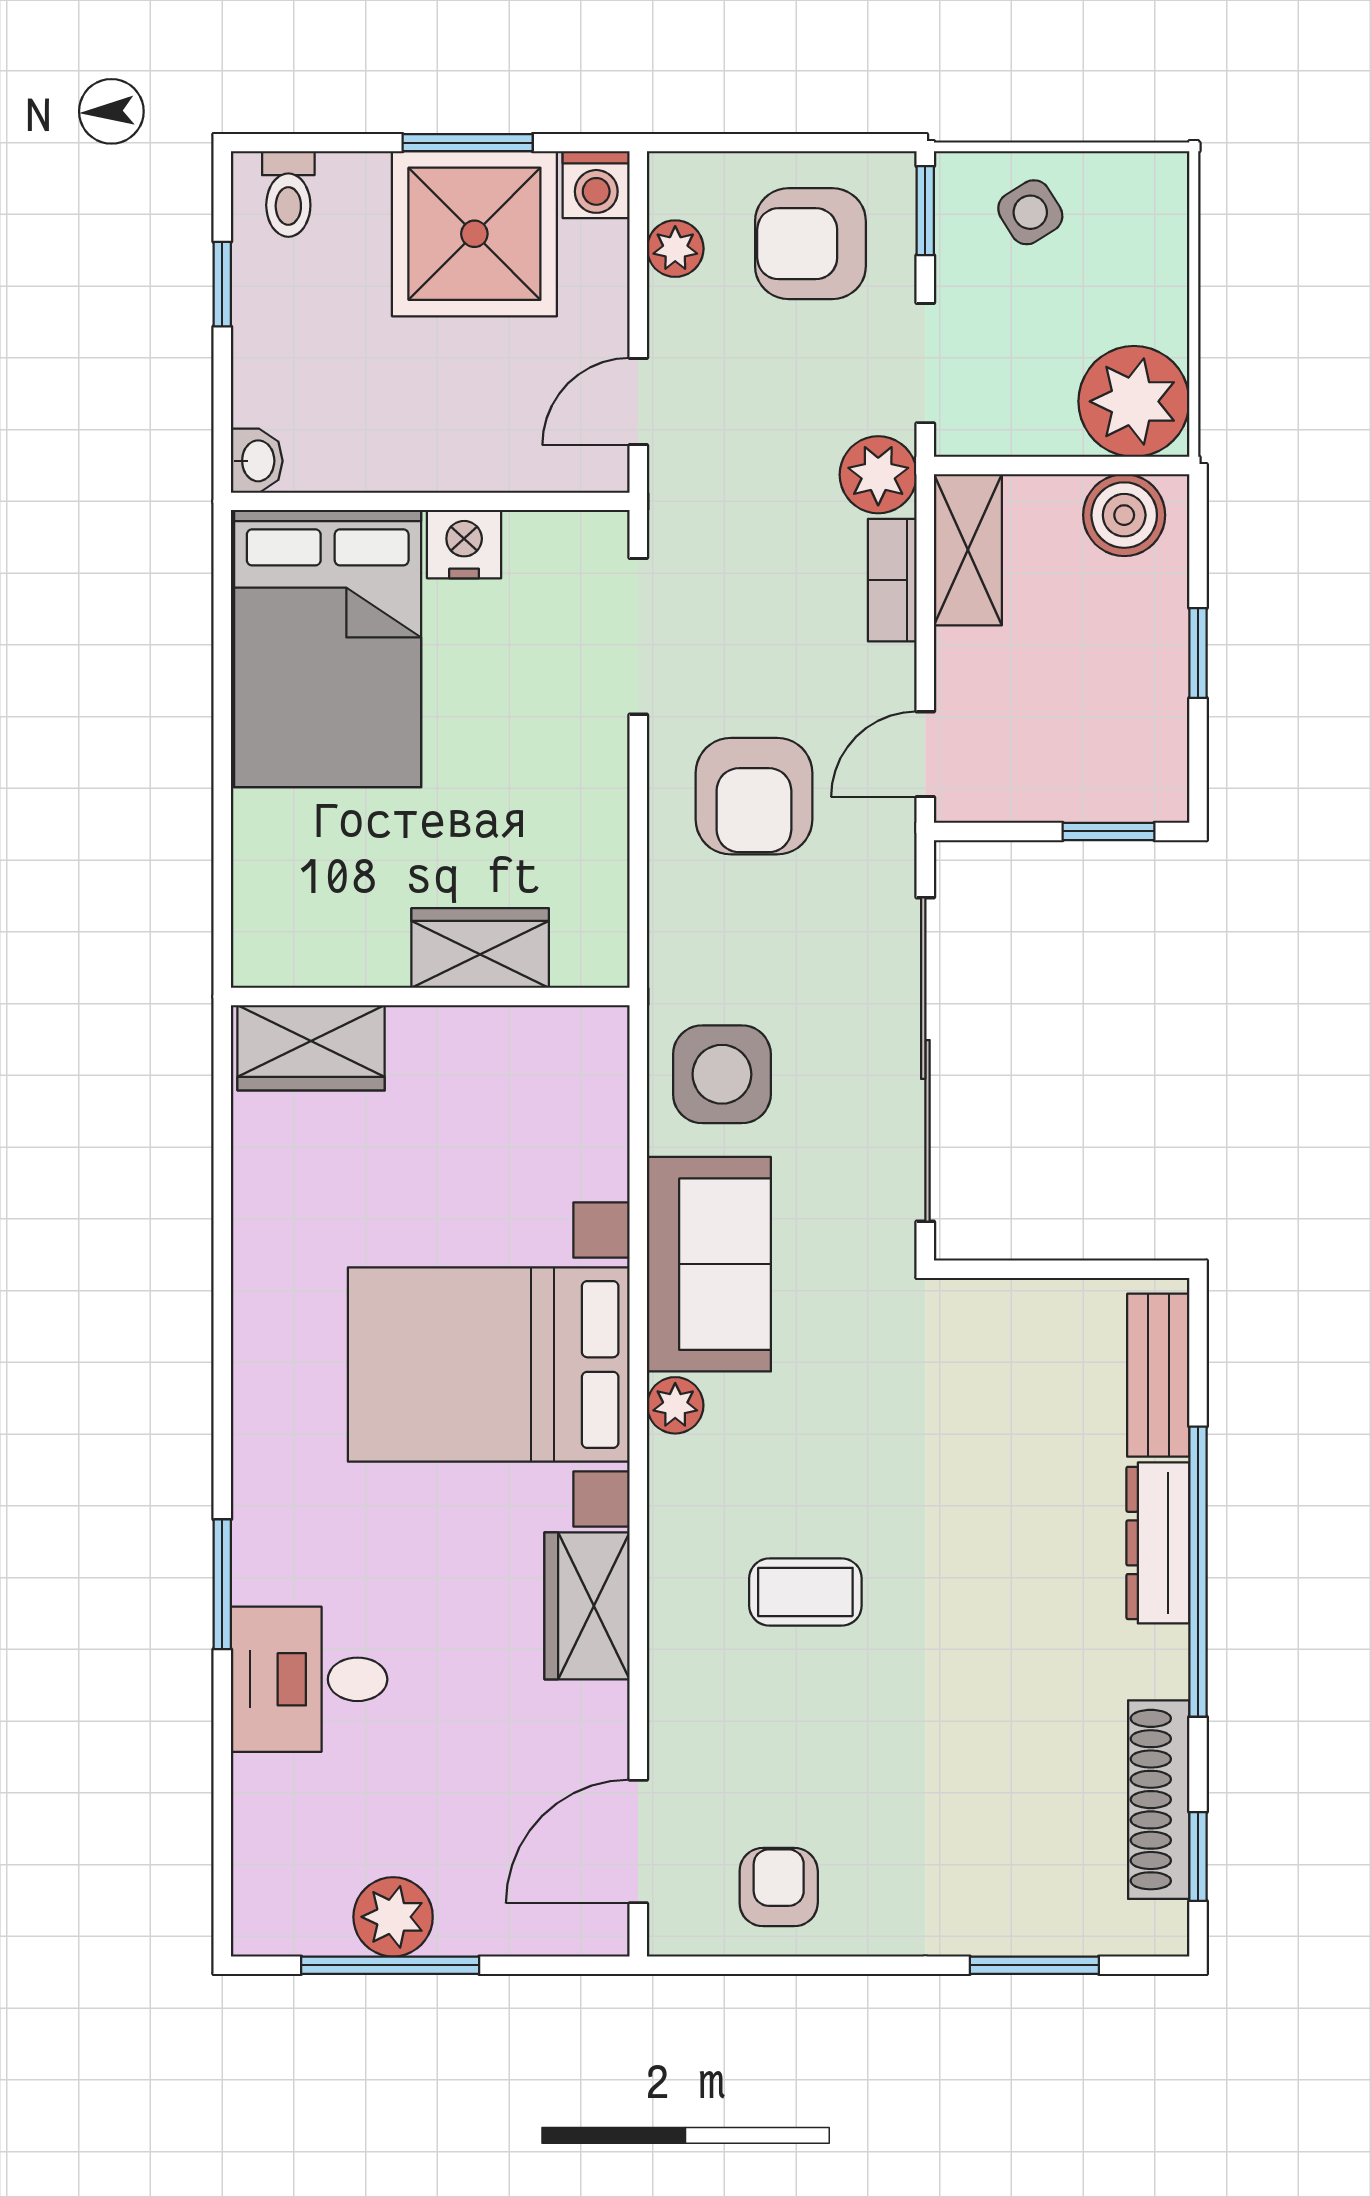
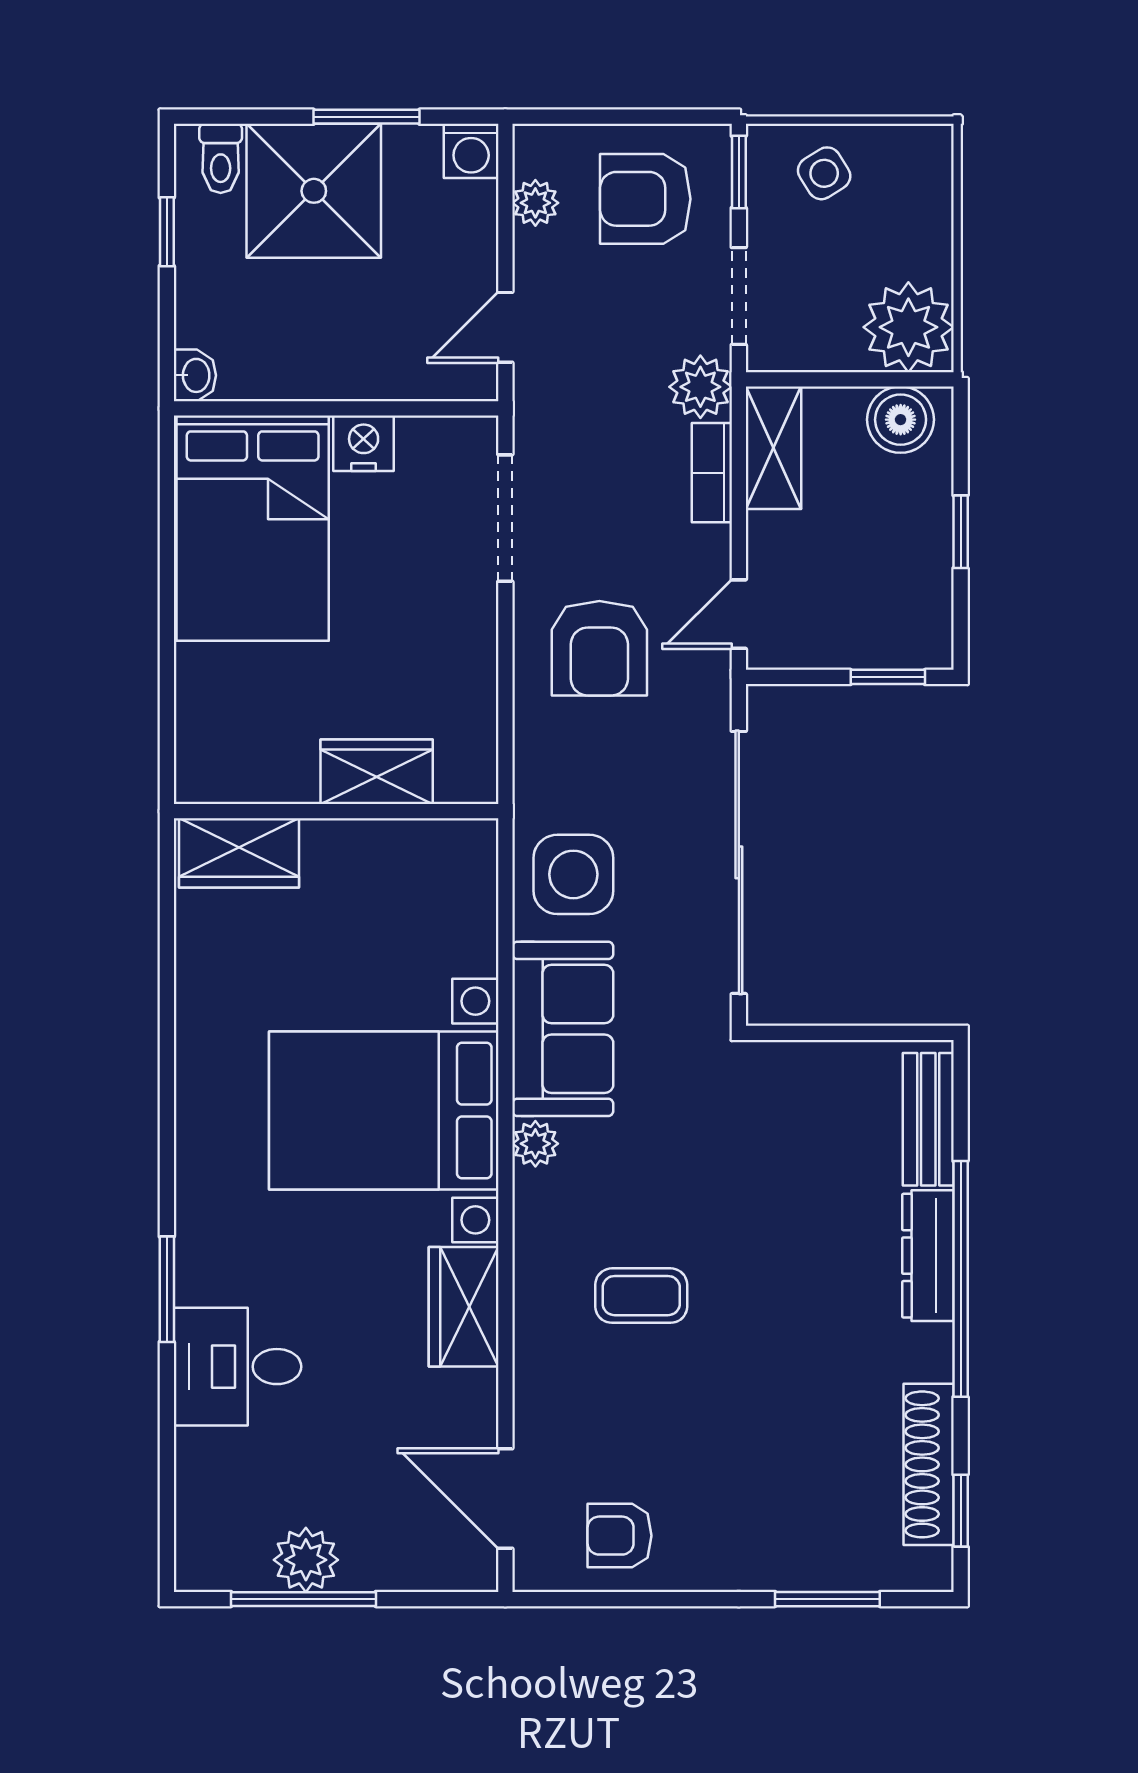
shower: (474, 234) -> (314, 191), moved
door: (638, 1842) -> (505, 1499), hinge flipped
armchair: (779, 1887) -> (619, 1536), turned -90

